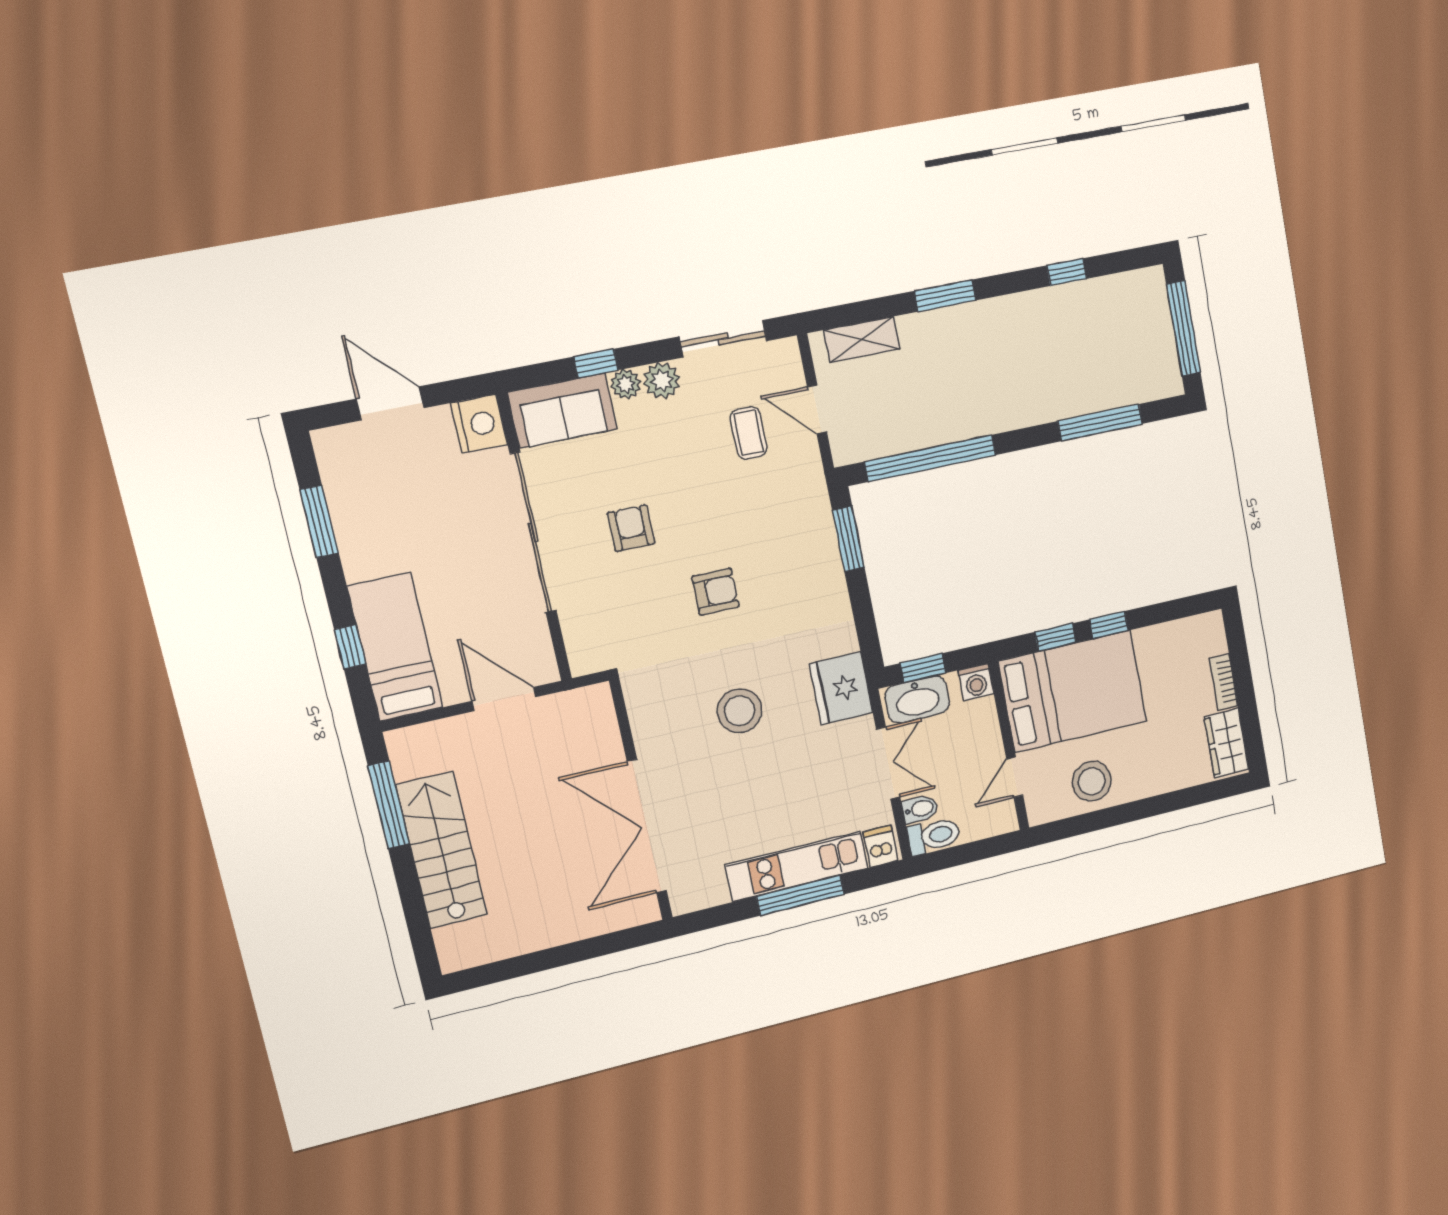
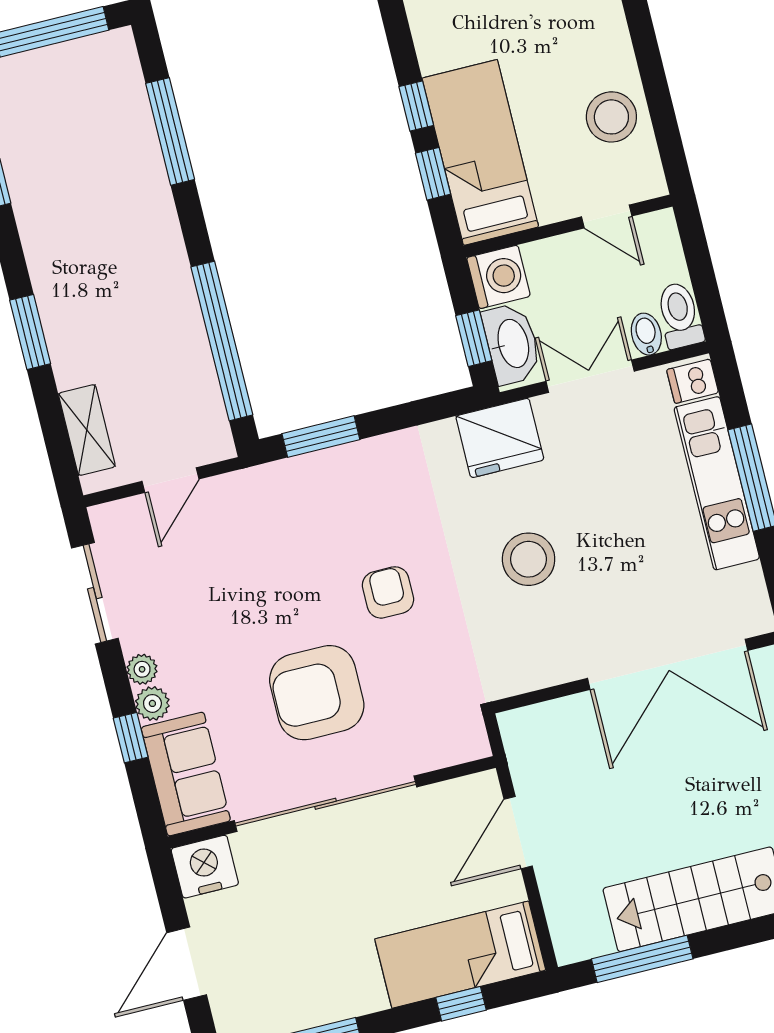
plant: (662, 381) -> (142, 669), width x0.73, depth x0.73
coffee table: (749, 433) -> (202, 560), removed
armchair: (631, 528) -> (317, 693), width x1.88, depth x1.88
washing machine: (976, 682) -> (499, 277), width x1.38, depth x1.38
bed: (1073, 691) -> (480, 152), width x0.67

